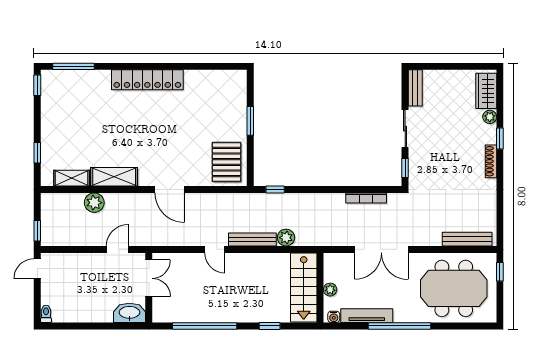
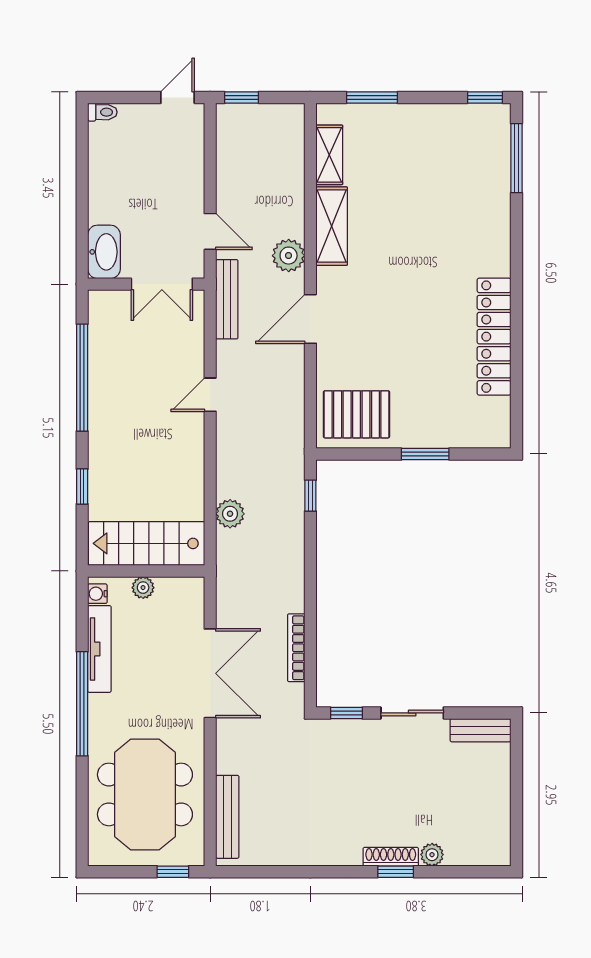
locker: (147, 80) -> (494, 337), moved
wardrobe: (486, 91) -> (475, 849), removed
window: (37, 153) -> (372, 98), width x1.50
shoe rack: (491, 161) -> (391, 857), moved
plant: (94, 203) -> (289, 256), moved
bench: (252, 239) -> (227, 299), moved
double door: (381, 249) -> (210, 673), swing flipped
door: (37, 269) -> (178, 98), hinge flipped

